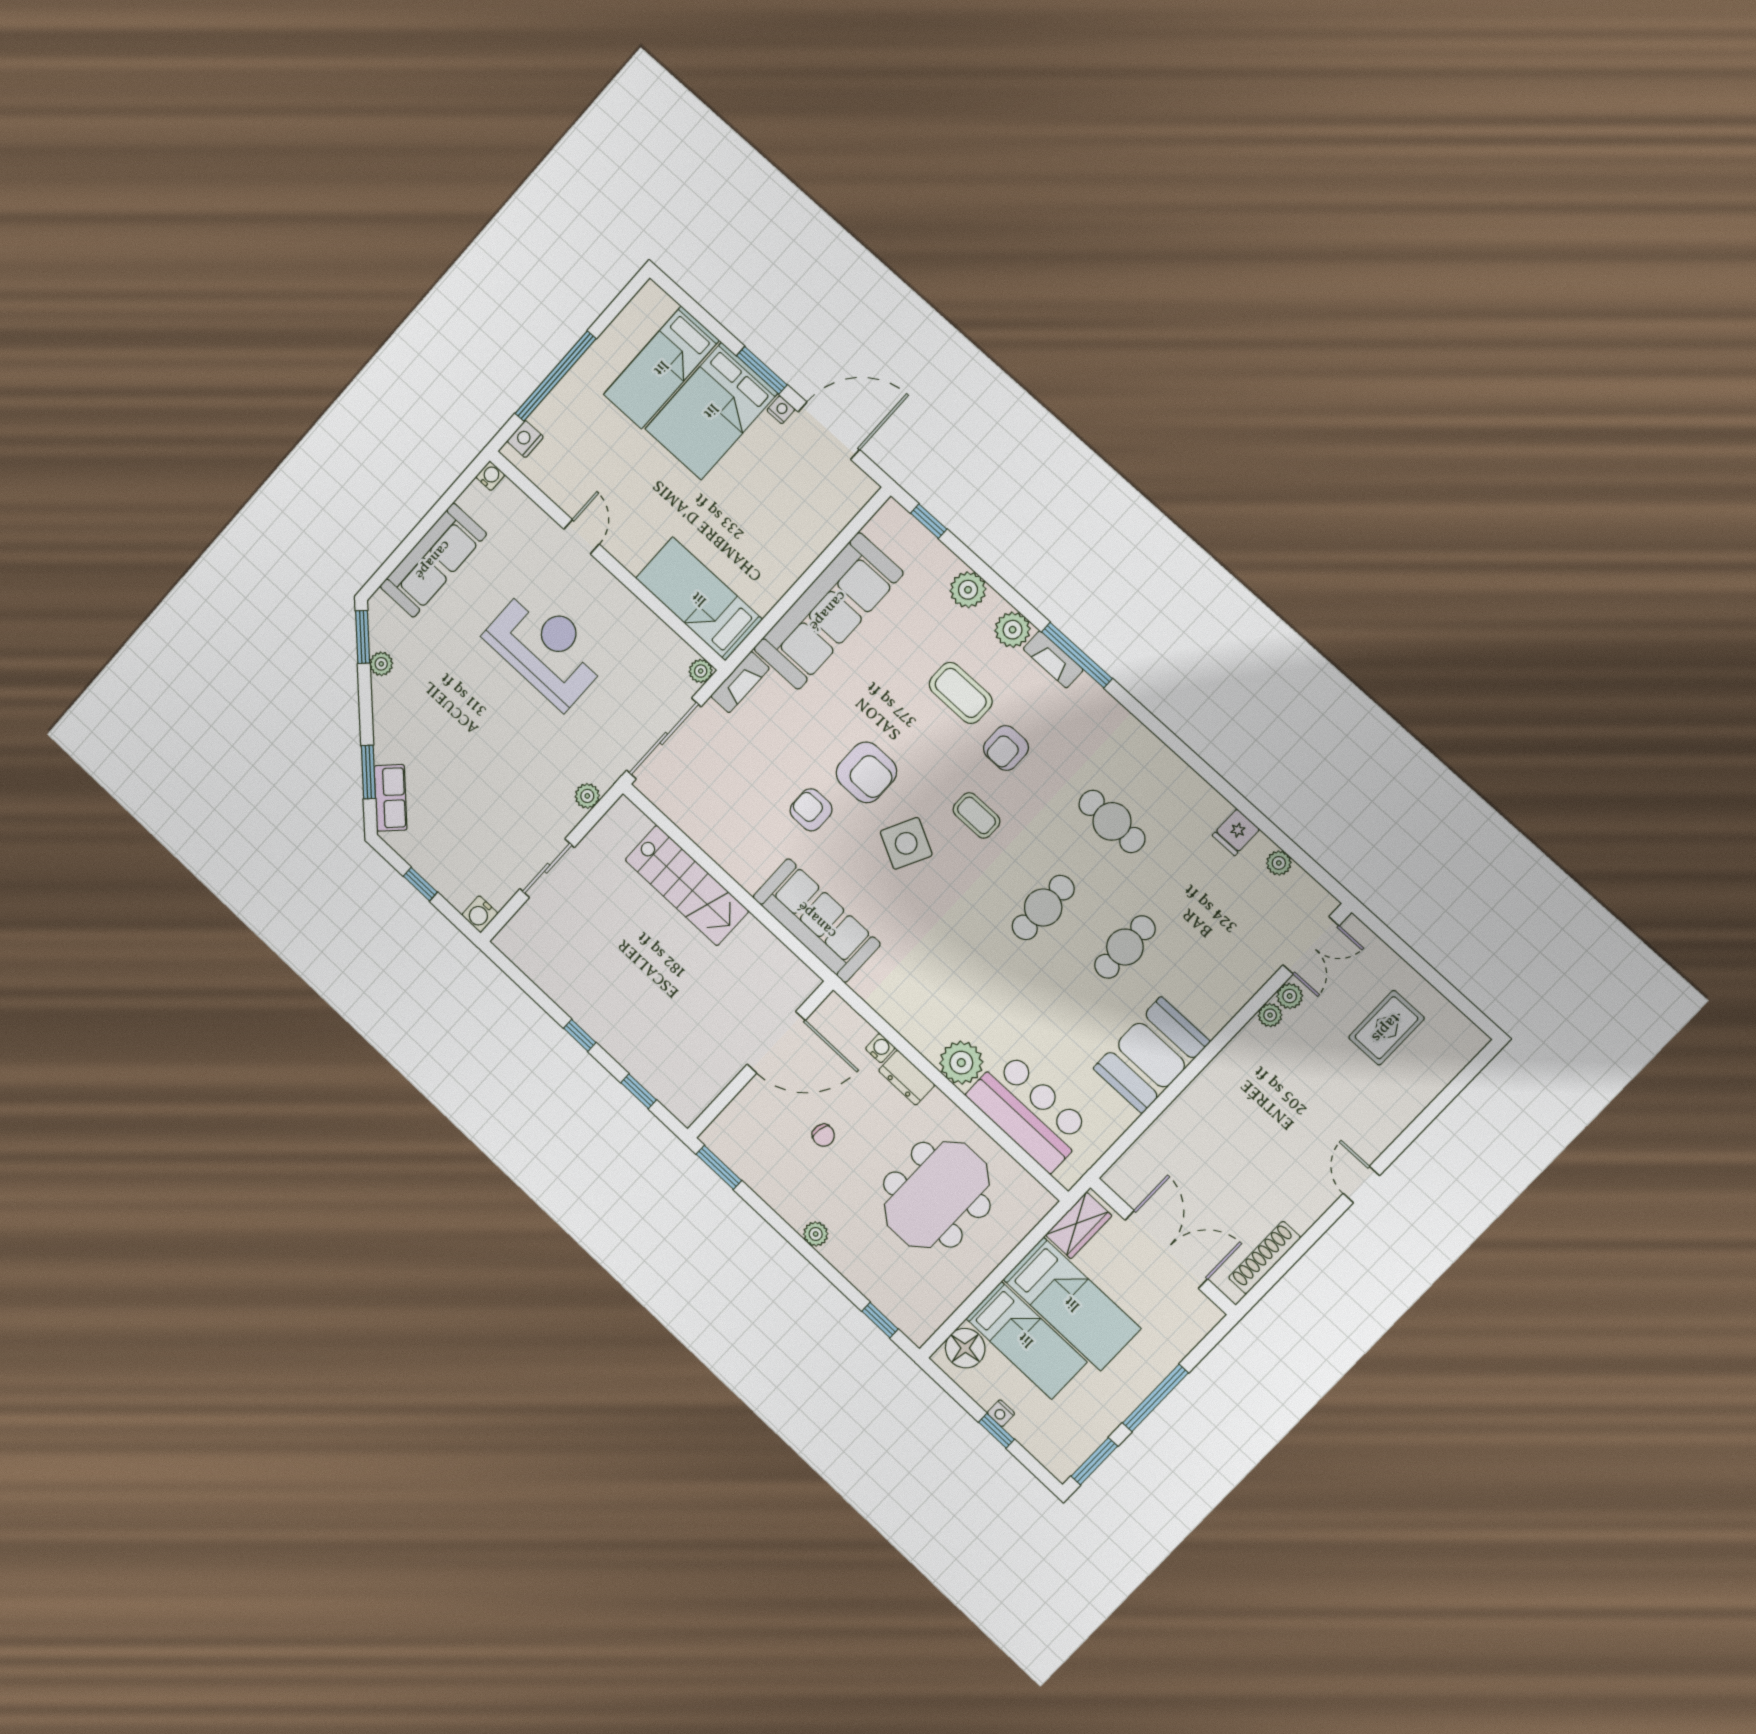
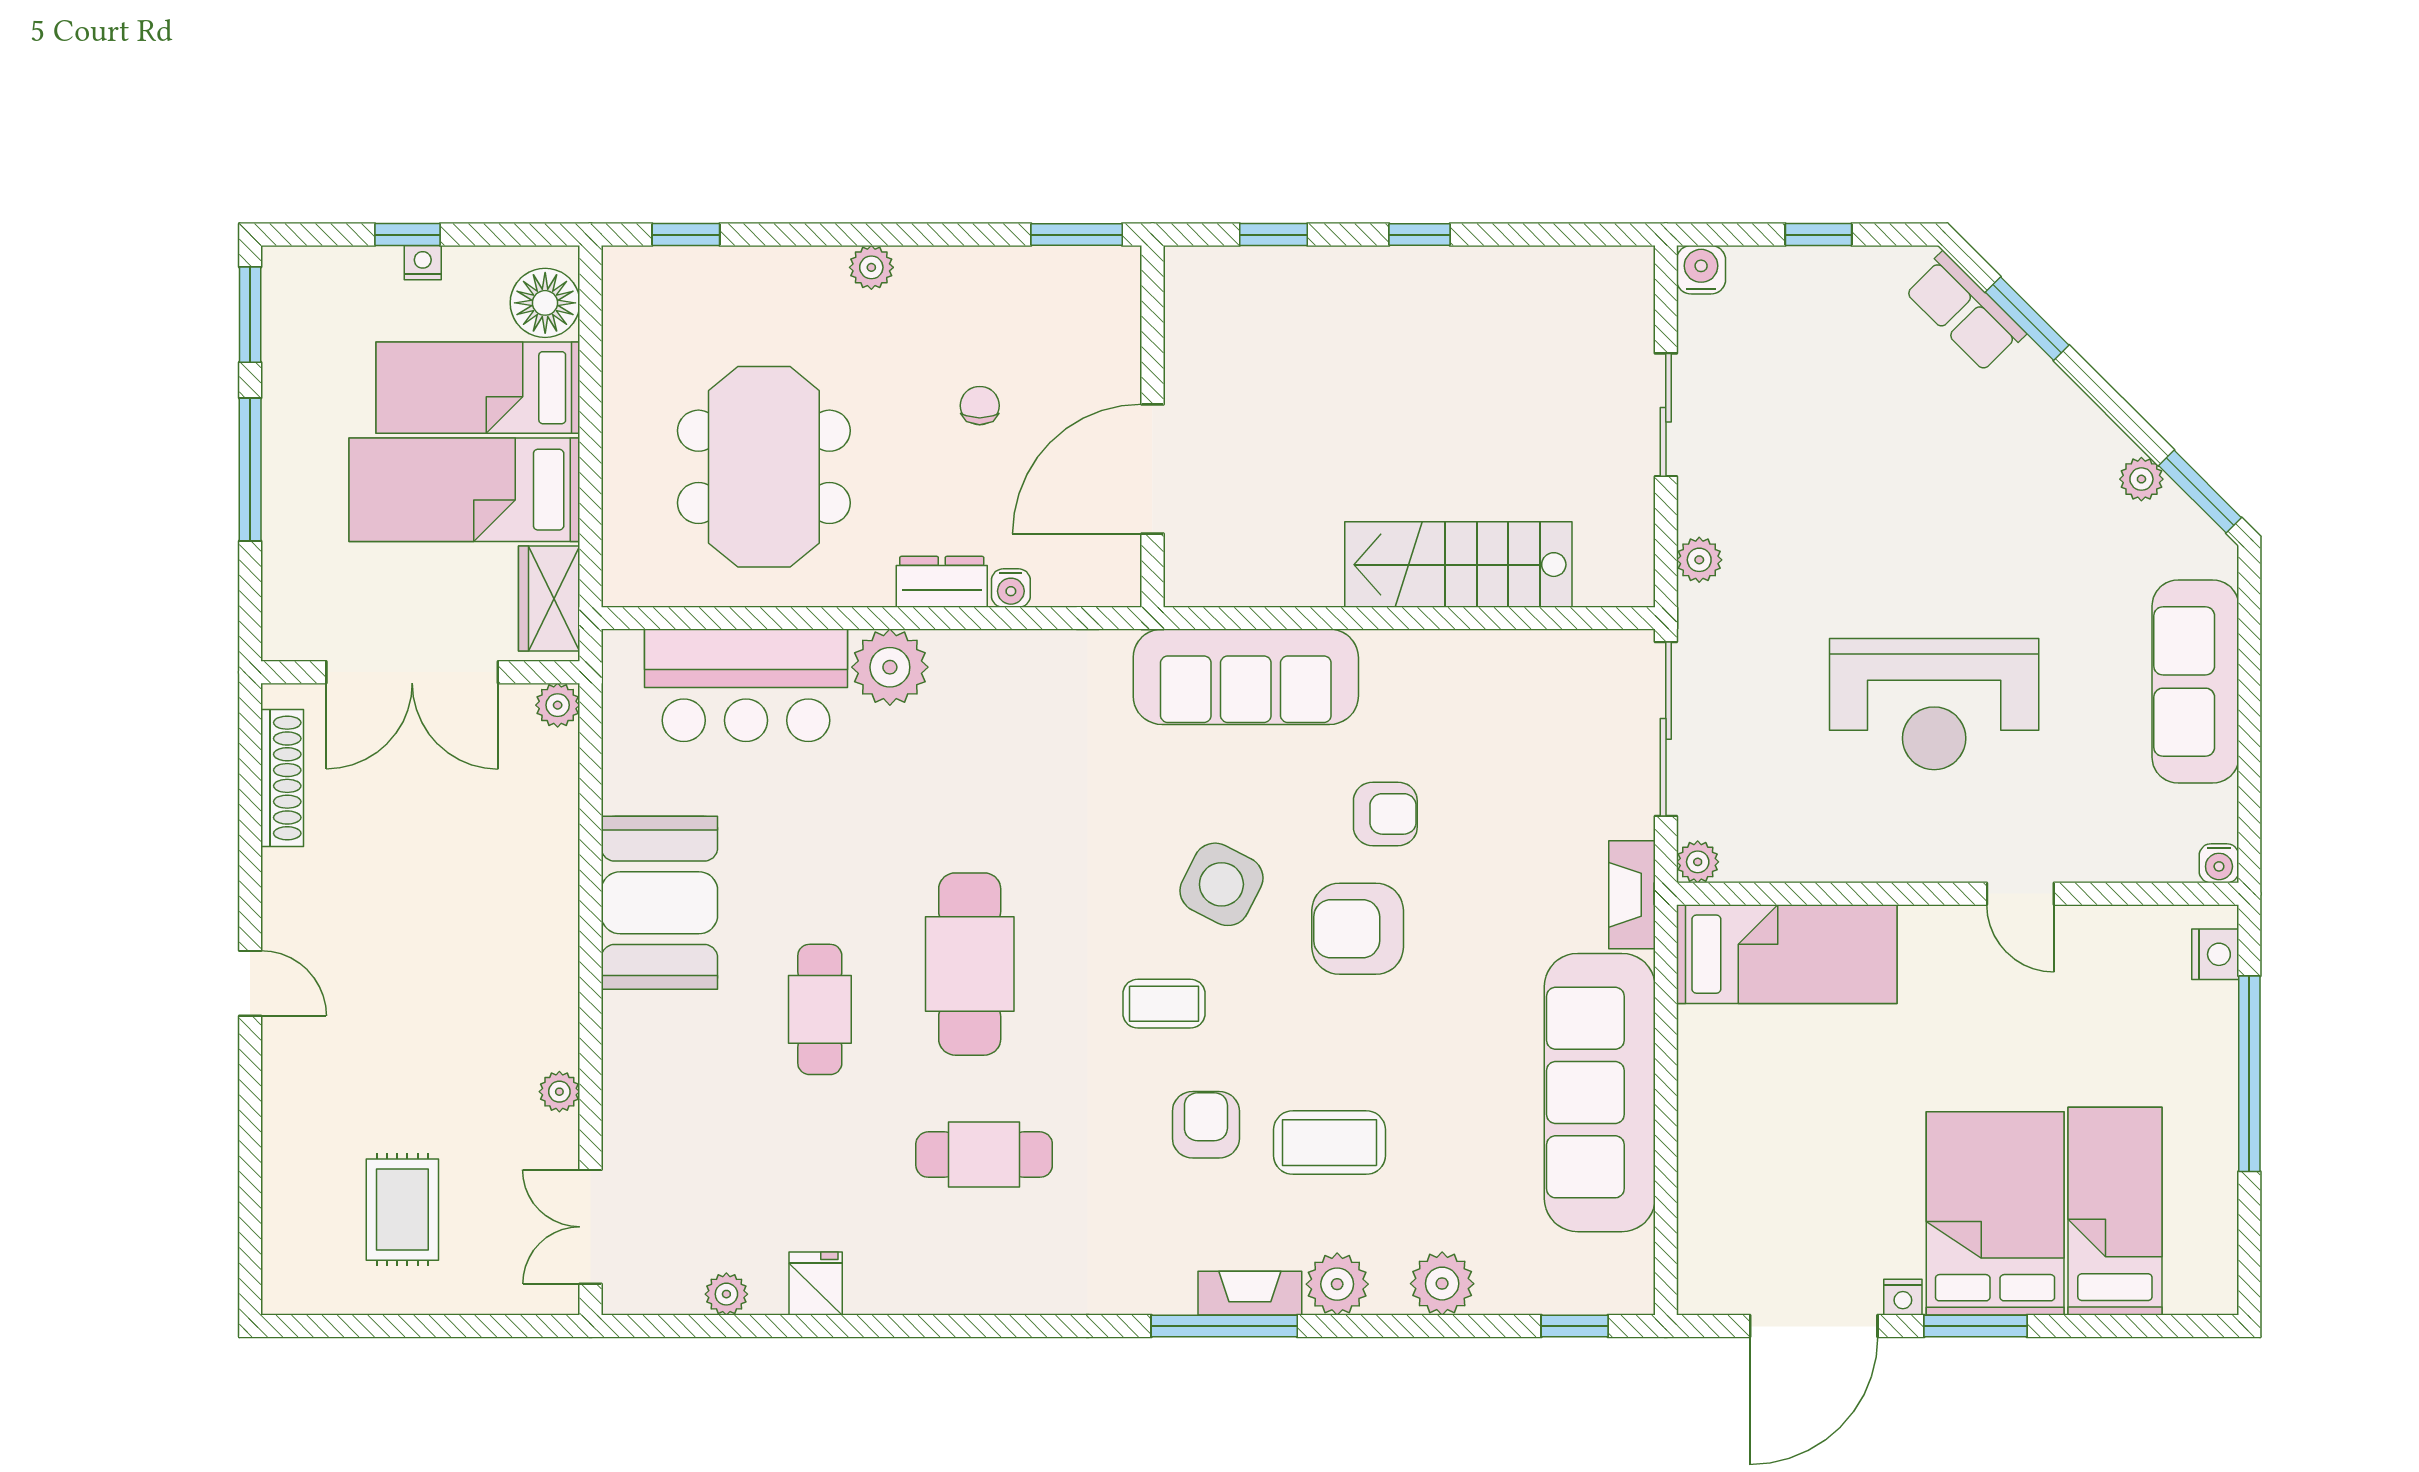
cafe table: (1043, 908) -> (970, 964), width x1.37, depth x1.35
plant: (1290, 996) -> (558, 705), moved
chair: (823, 1135) -> (980, 406), turned 79

